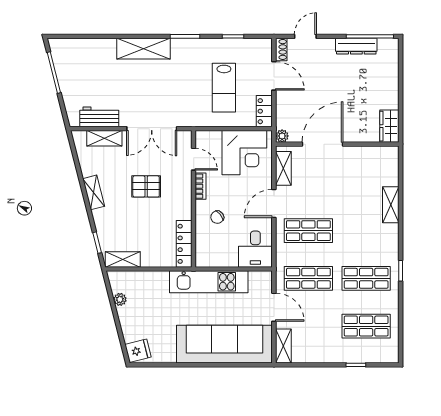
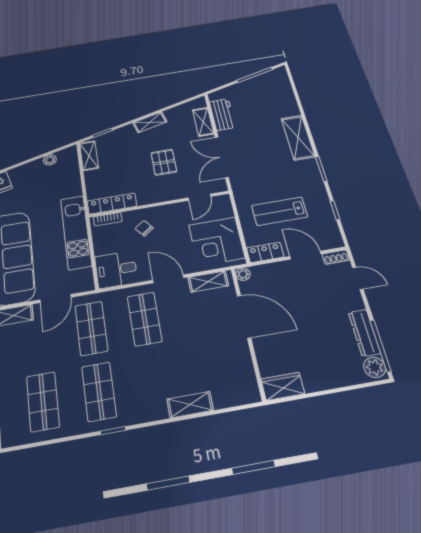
plant: (387, 47) -> (375, 367), added
door: (274, 76) -> (305, 255), swing flipped
bookcase: (201, 186) -> (108, 219), moved

